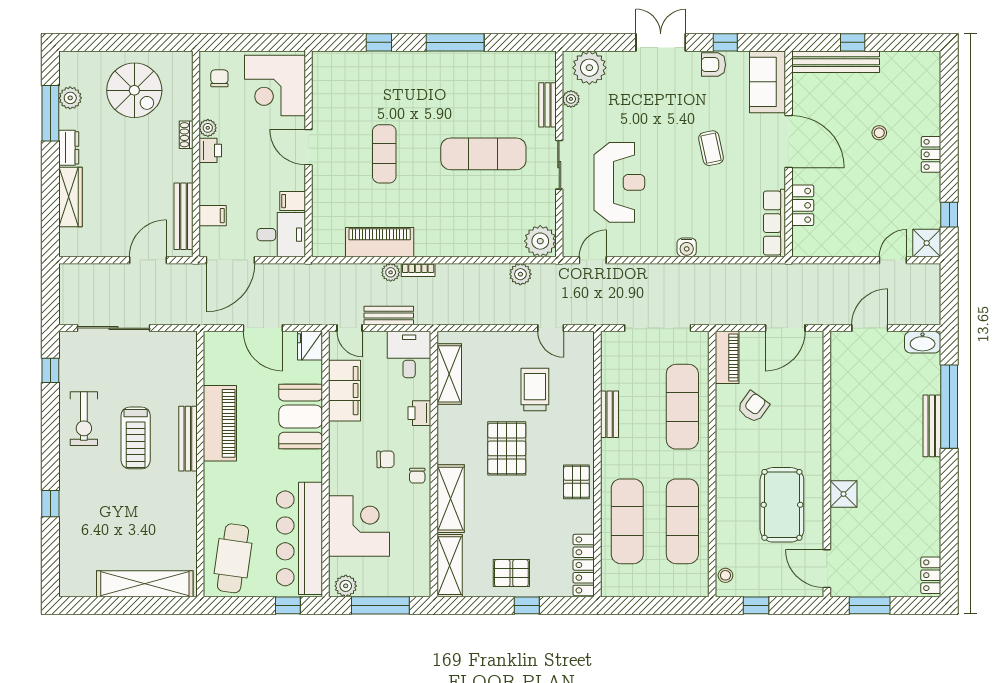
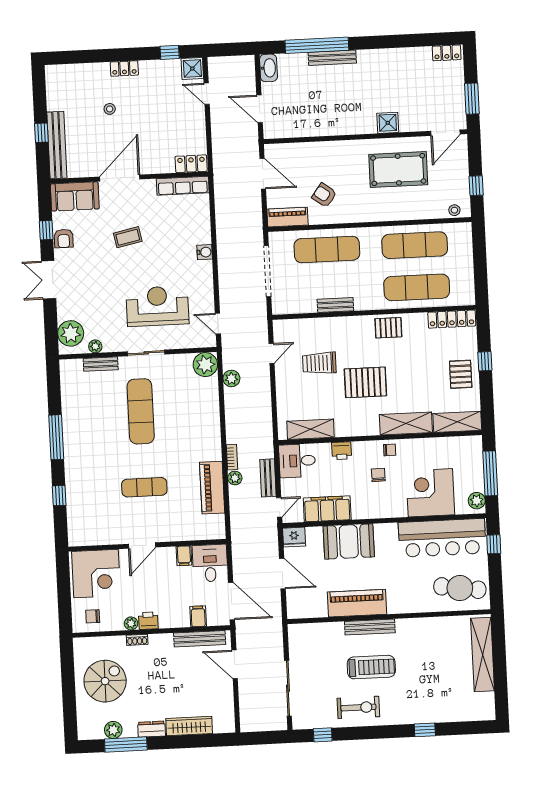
locker: (803, 205) -> (191, 164), moved
door: (263, 328) -> (282, 574), hinge flipped

